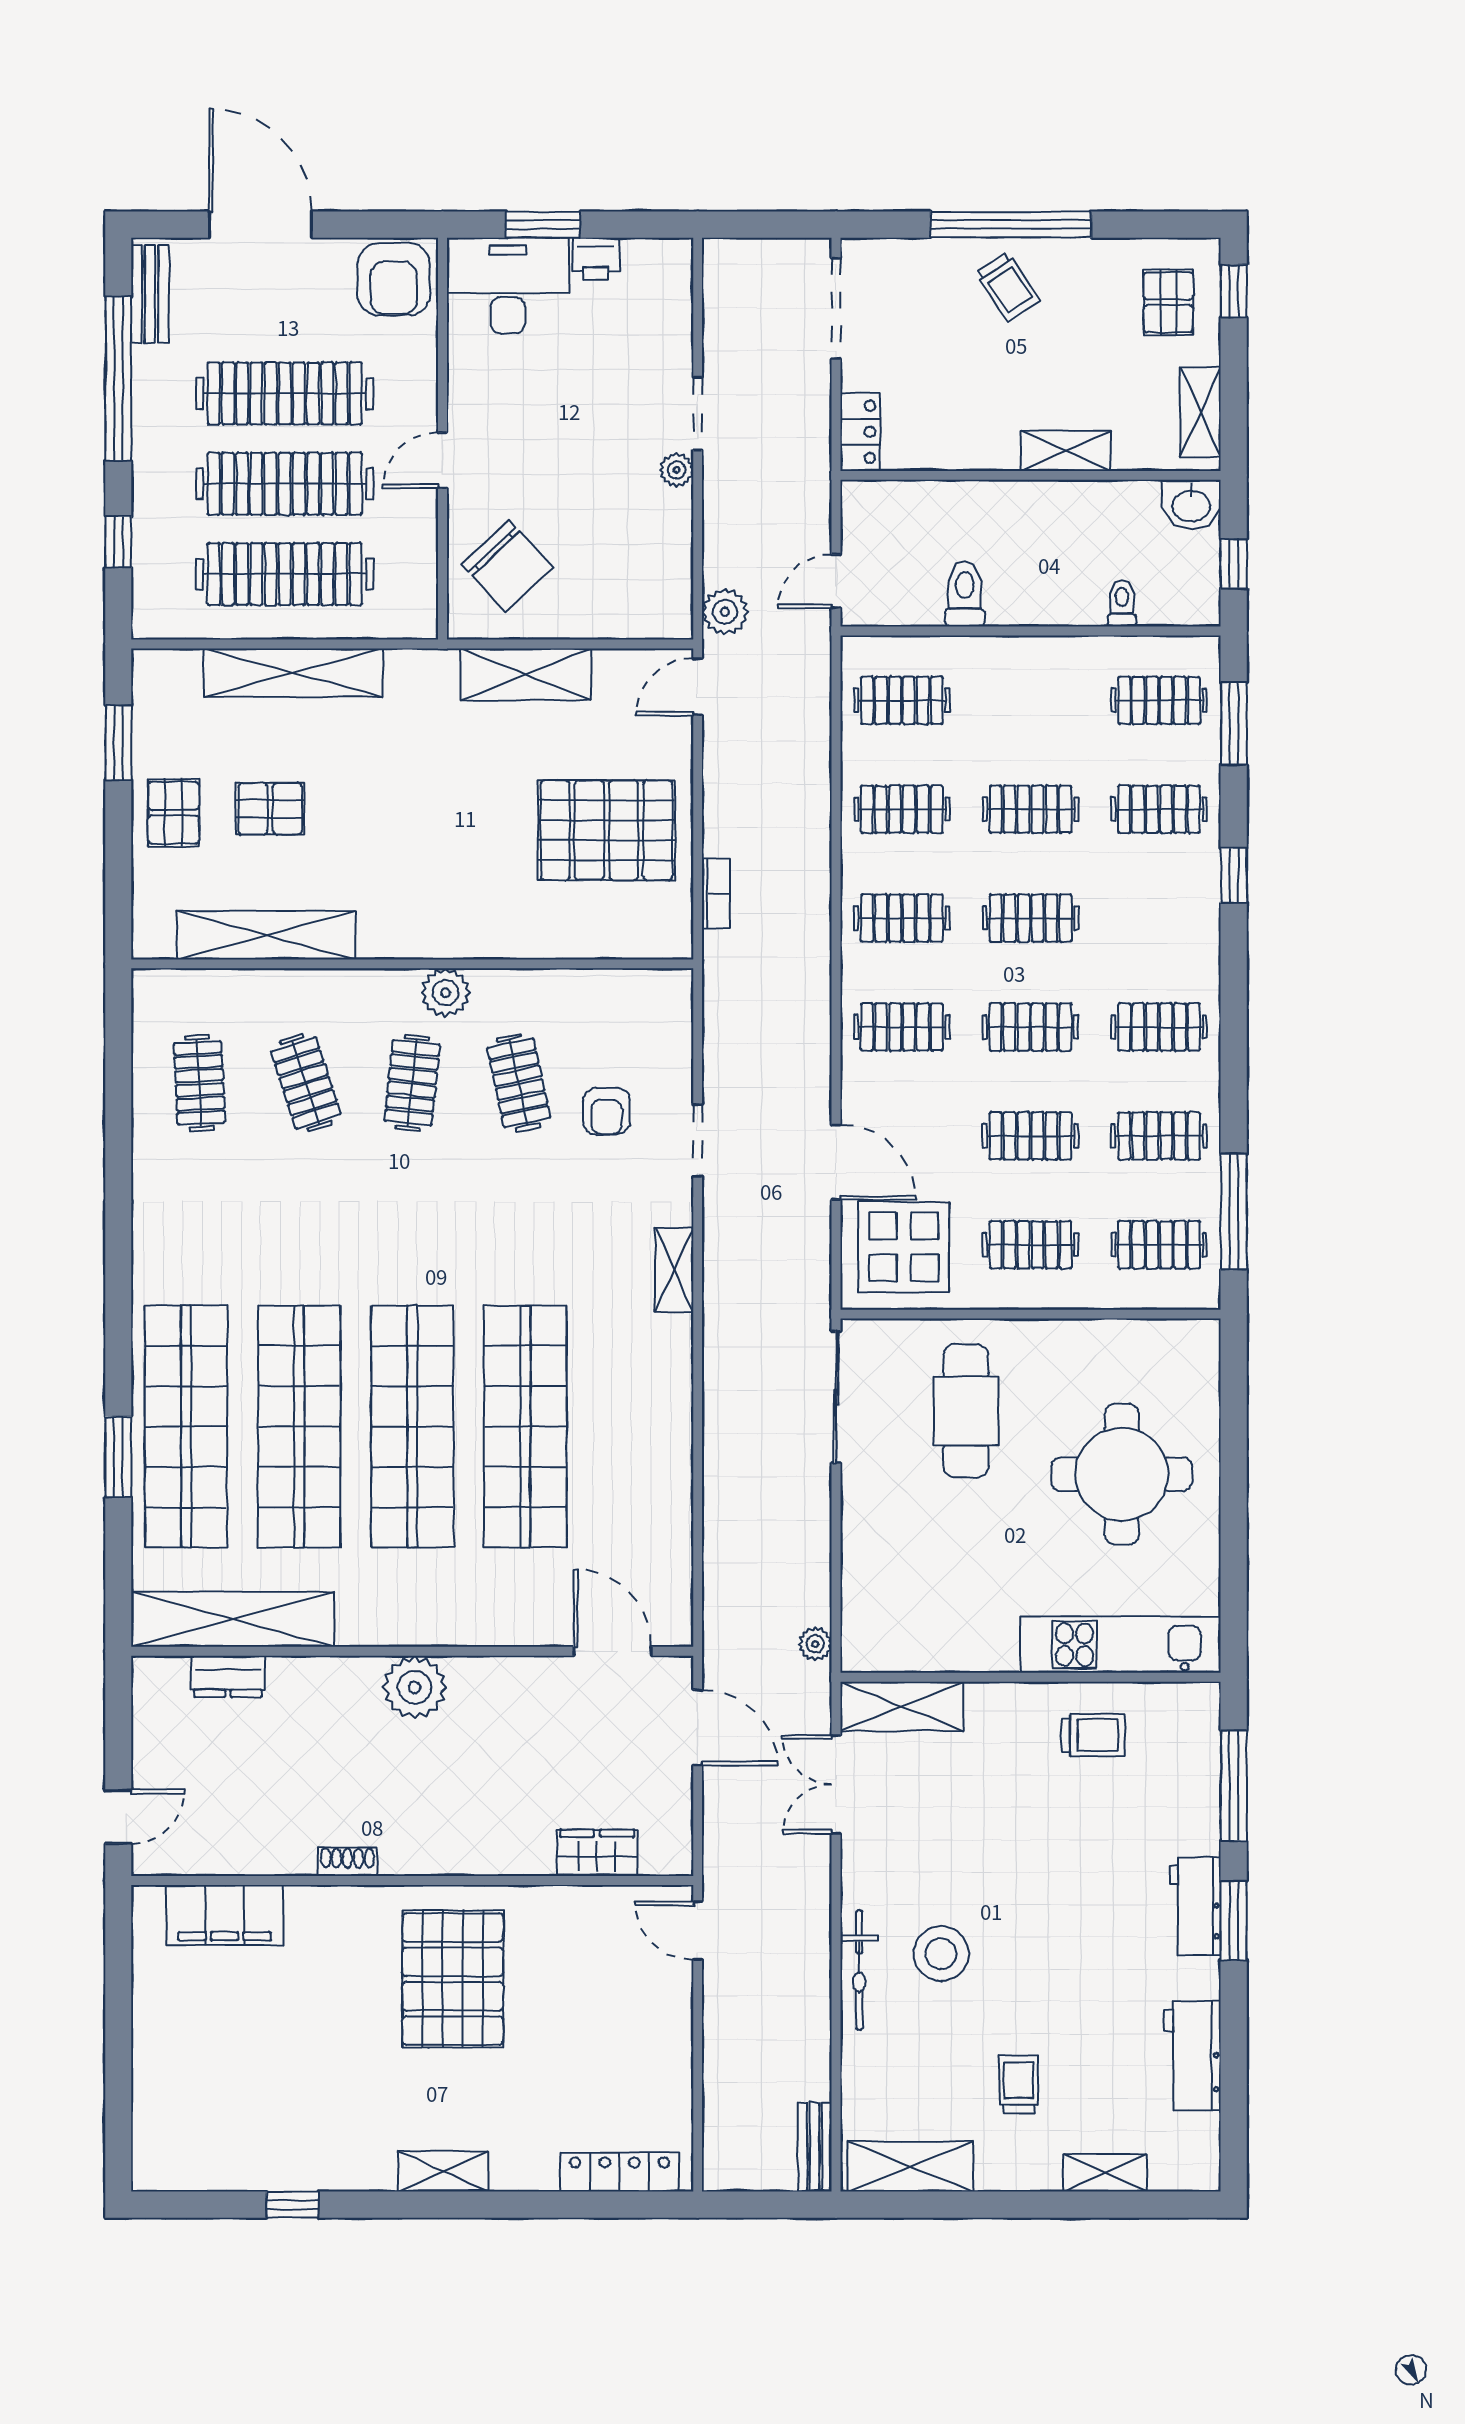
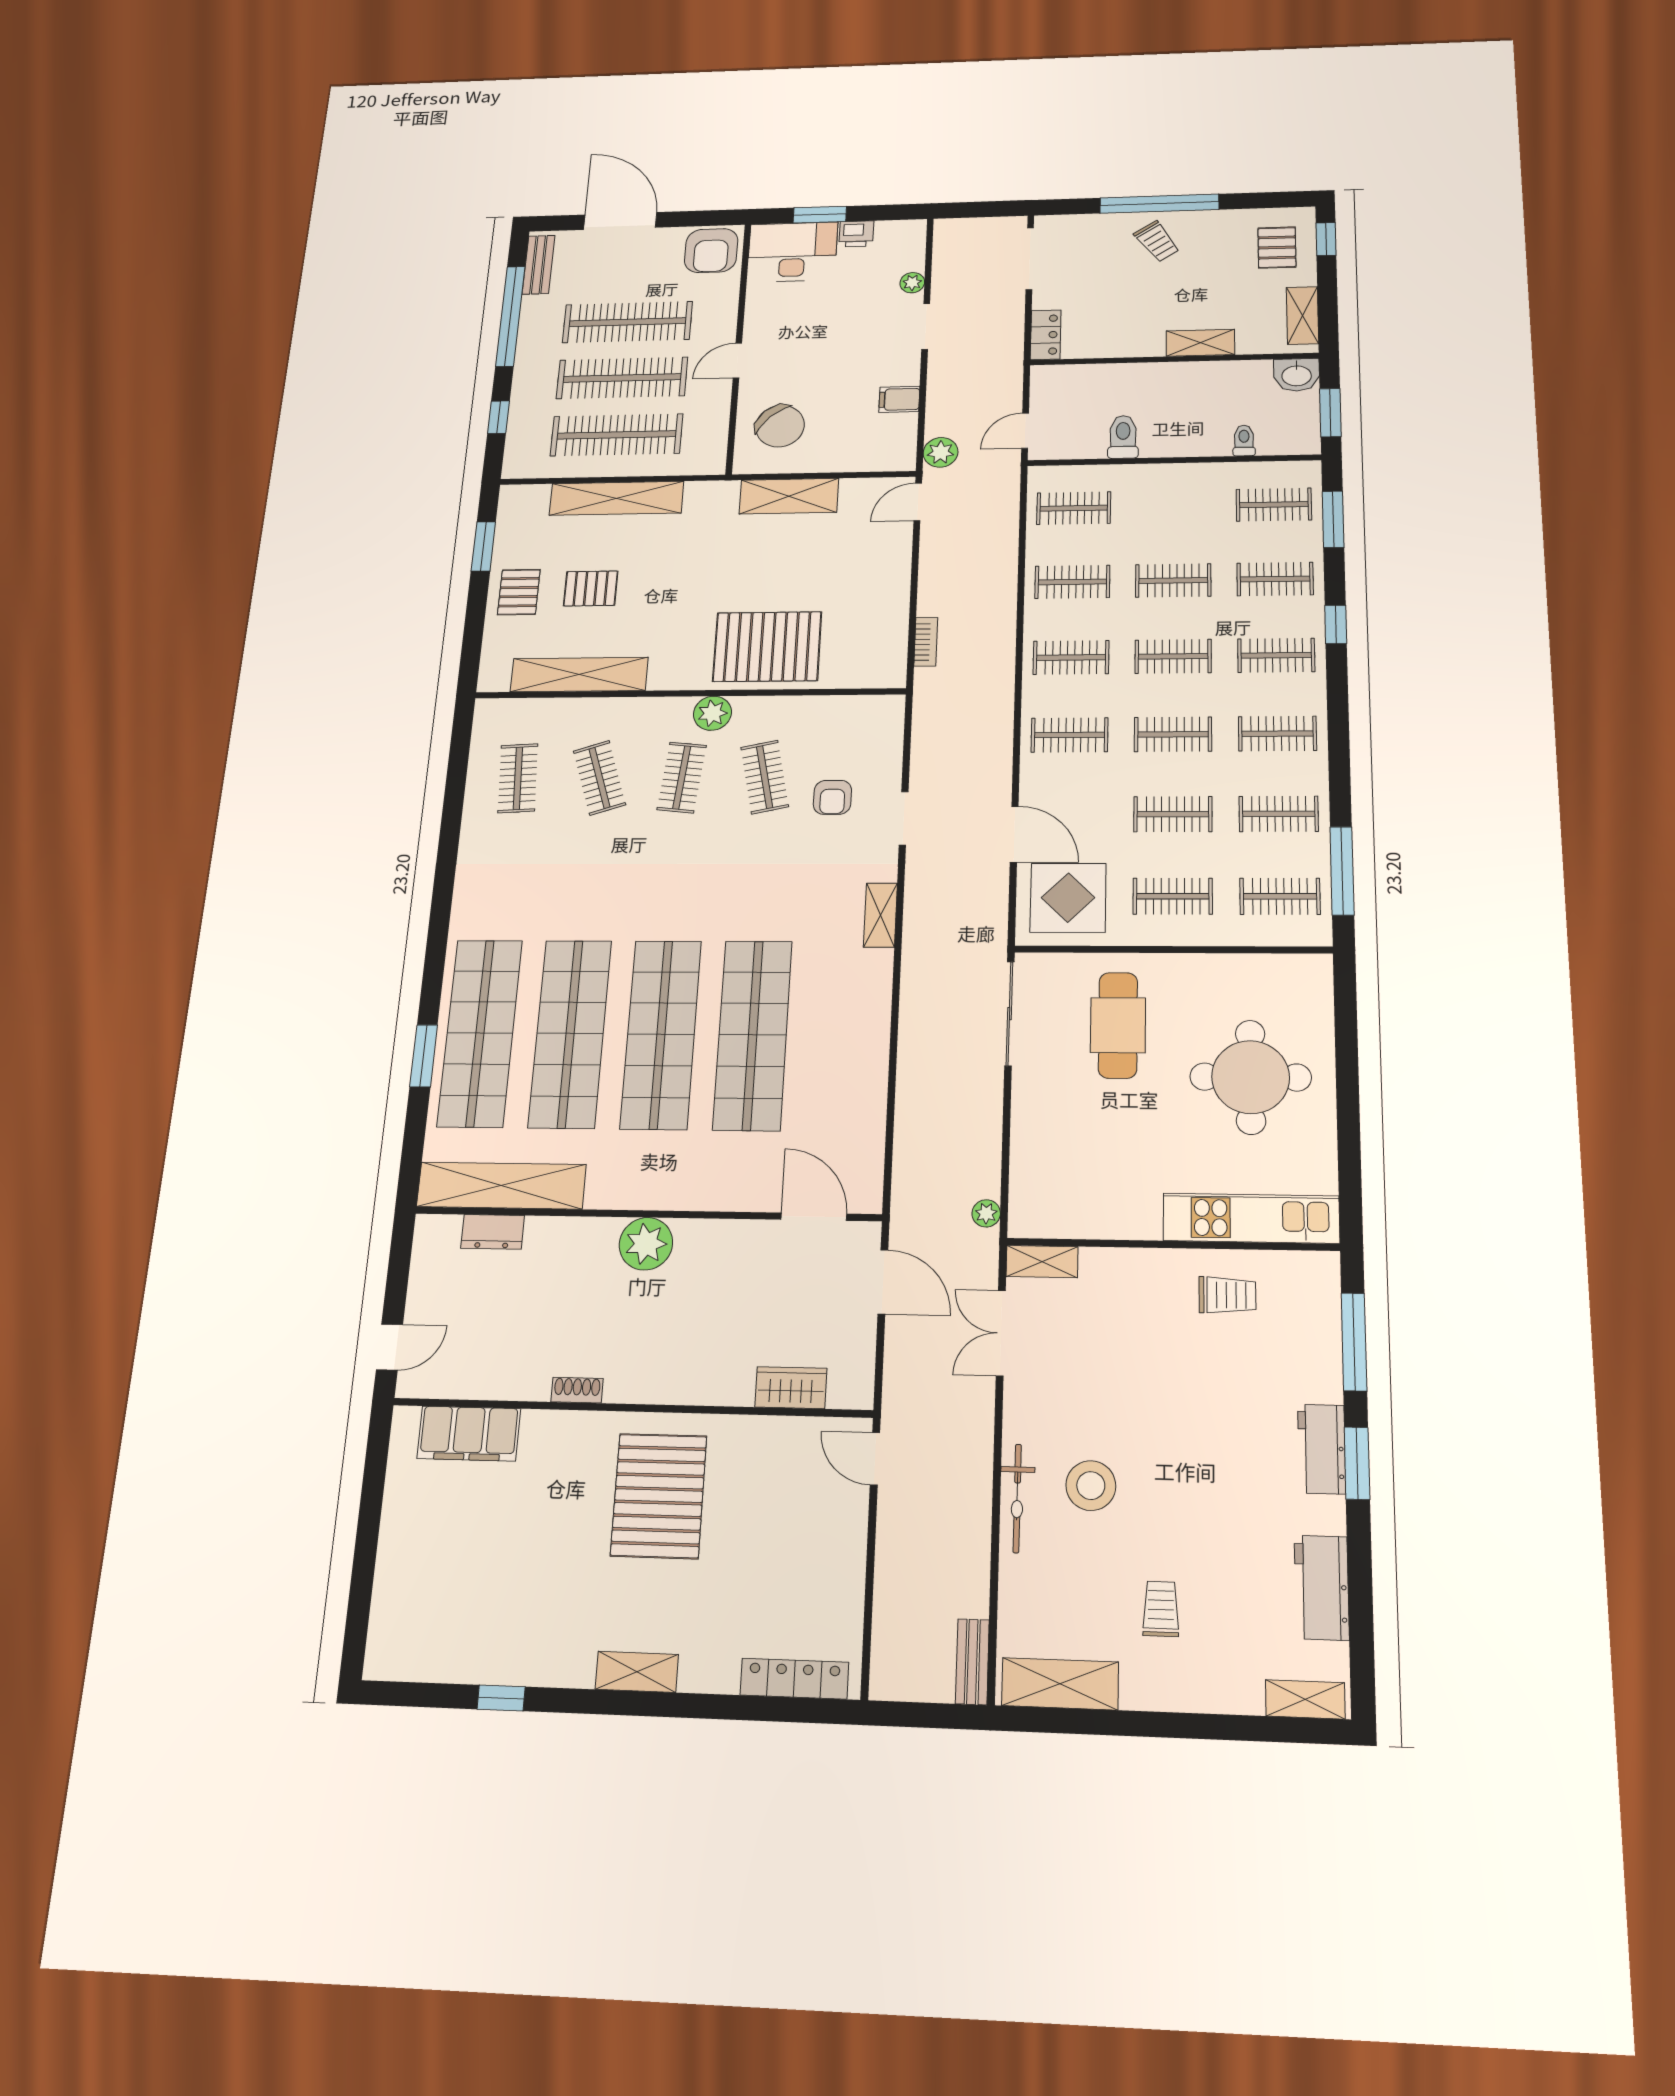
plant: (677, 470) -> (912, 283), moved
filing cabinet: (667, 528) -> (899, 399), added
window: (1234, 564) -> (1330, 413), width x1.50
pallet: (606, 830) -> (767, 647), moved
clothes rail: (1159, 918) -> (1276, 655), added
shelving: (902, 1706) -> (1042, 1262), width x0.67, depth x0.75
shelving: (1105, 2173) -> (1305, 1699), moved

